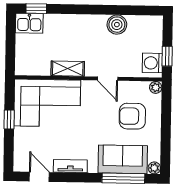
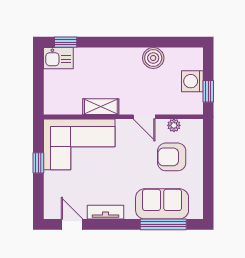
washing machine: (152, 63) -> (192, 81), moved
plant: (156, 87) -> (174, 125), moved
plant: (154, 168) -> (196, 213), removed

